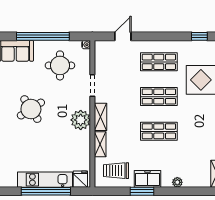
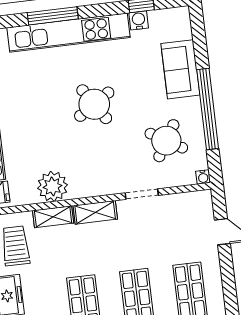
round table: (60, 65) -> (166, 141), turned 31
plant: (81, 120) -> (53, 186), moved

